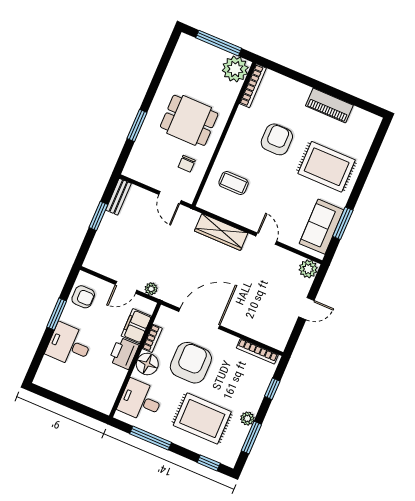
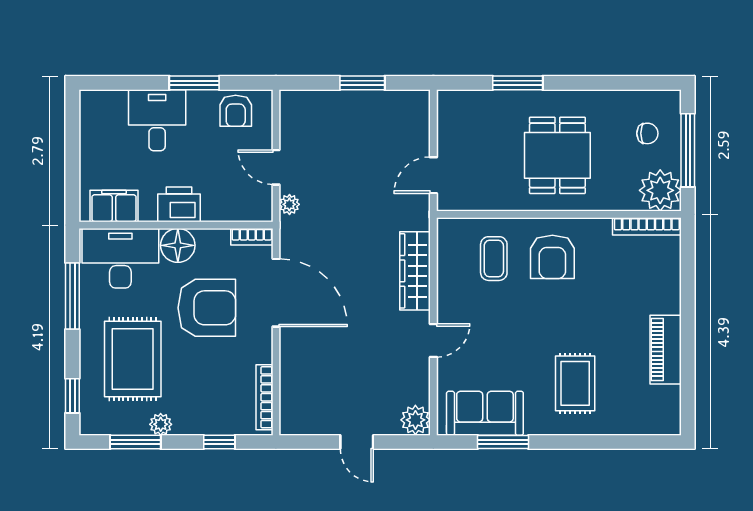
armchair: (277, 139) -> (552, 257), moved, turned 90
chair: (187, 164) -> (647, 133), moved, turned 180
rug: (327, 167) -> (575, 383), width x0.73, depth x0.70
bench: (118, 197) -> (403, 100), removed
filing cabinet: (136, 326) -> (114, 206), moved
bookcase: (152, 338) -> (252, 237), moved
desk: (141, 401) -> (120, 258), width x1.37

